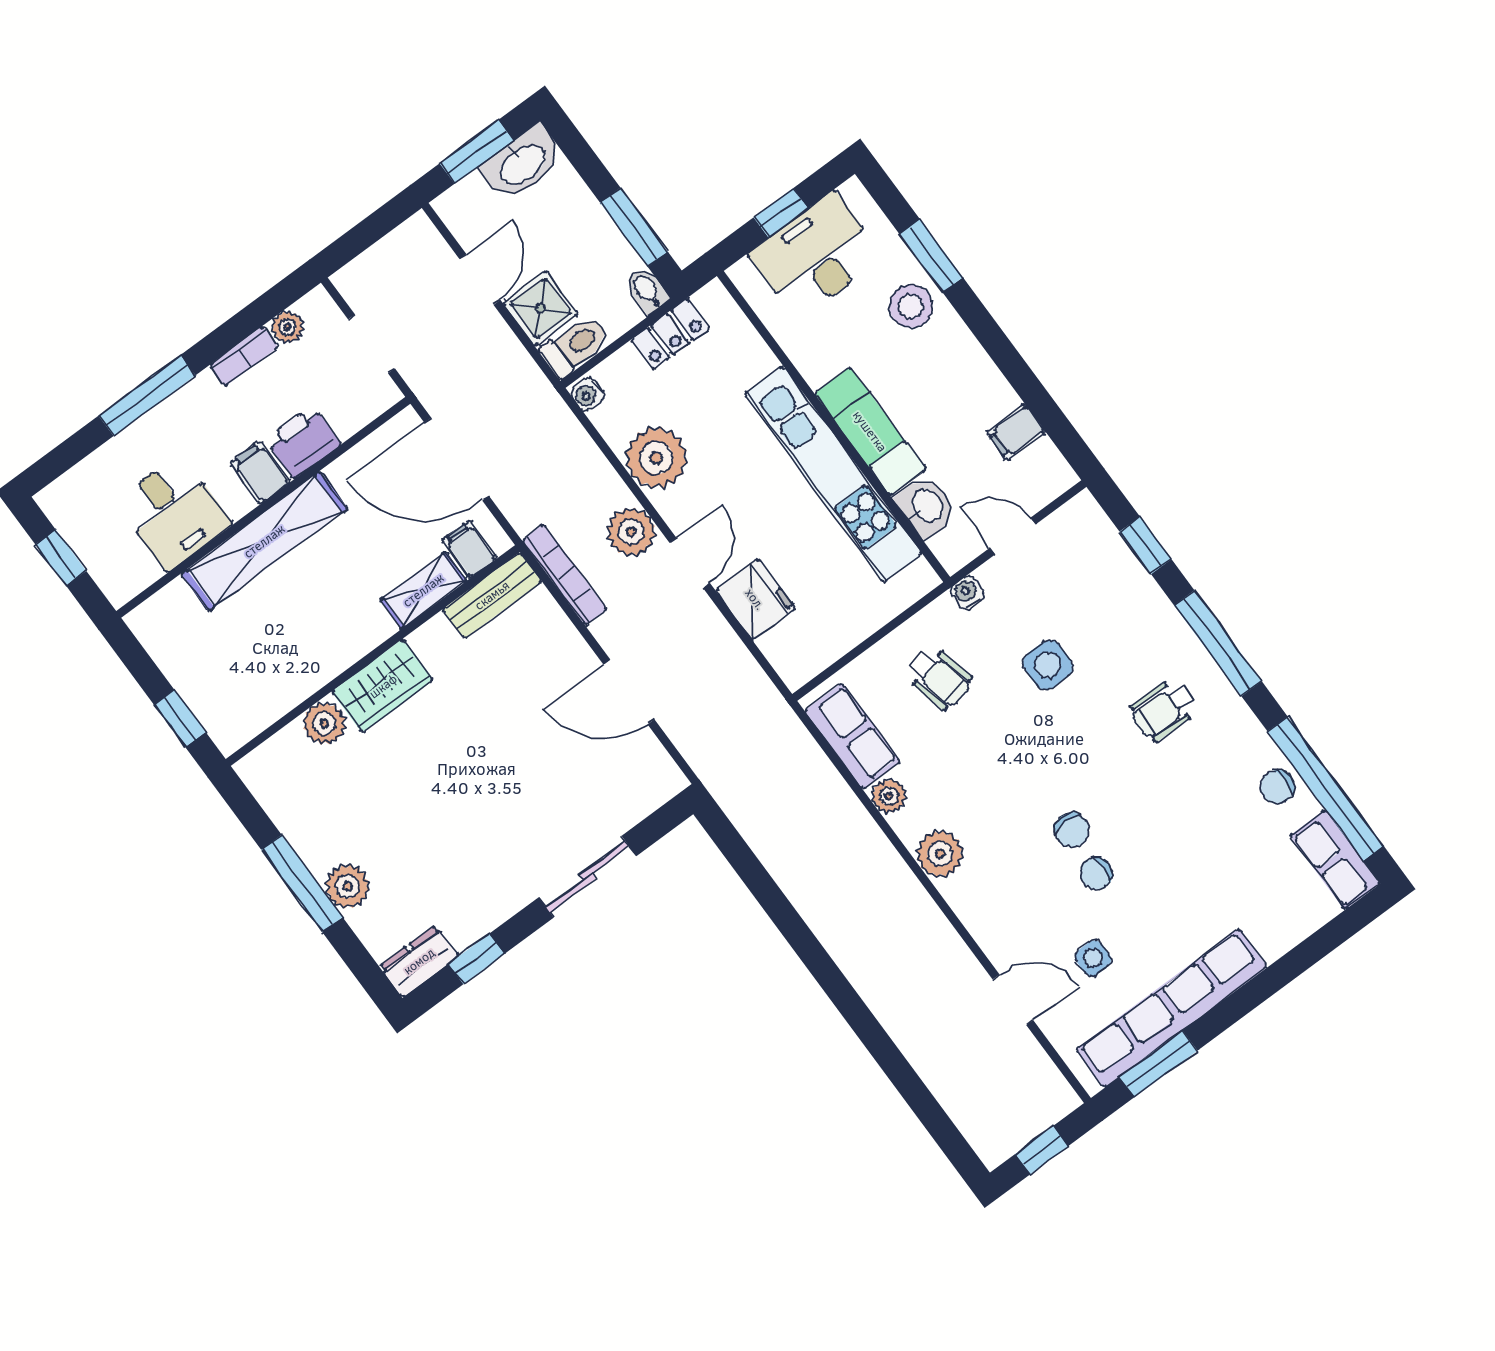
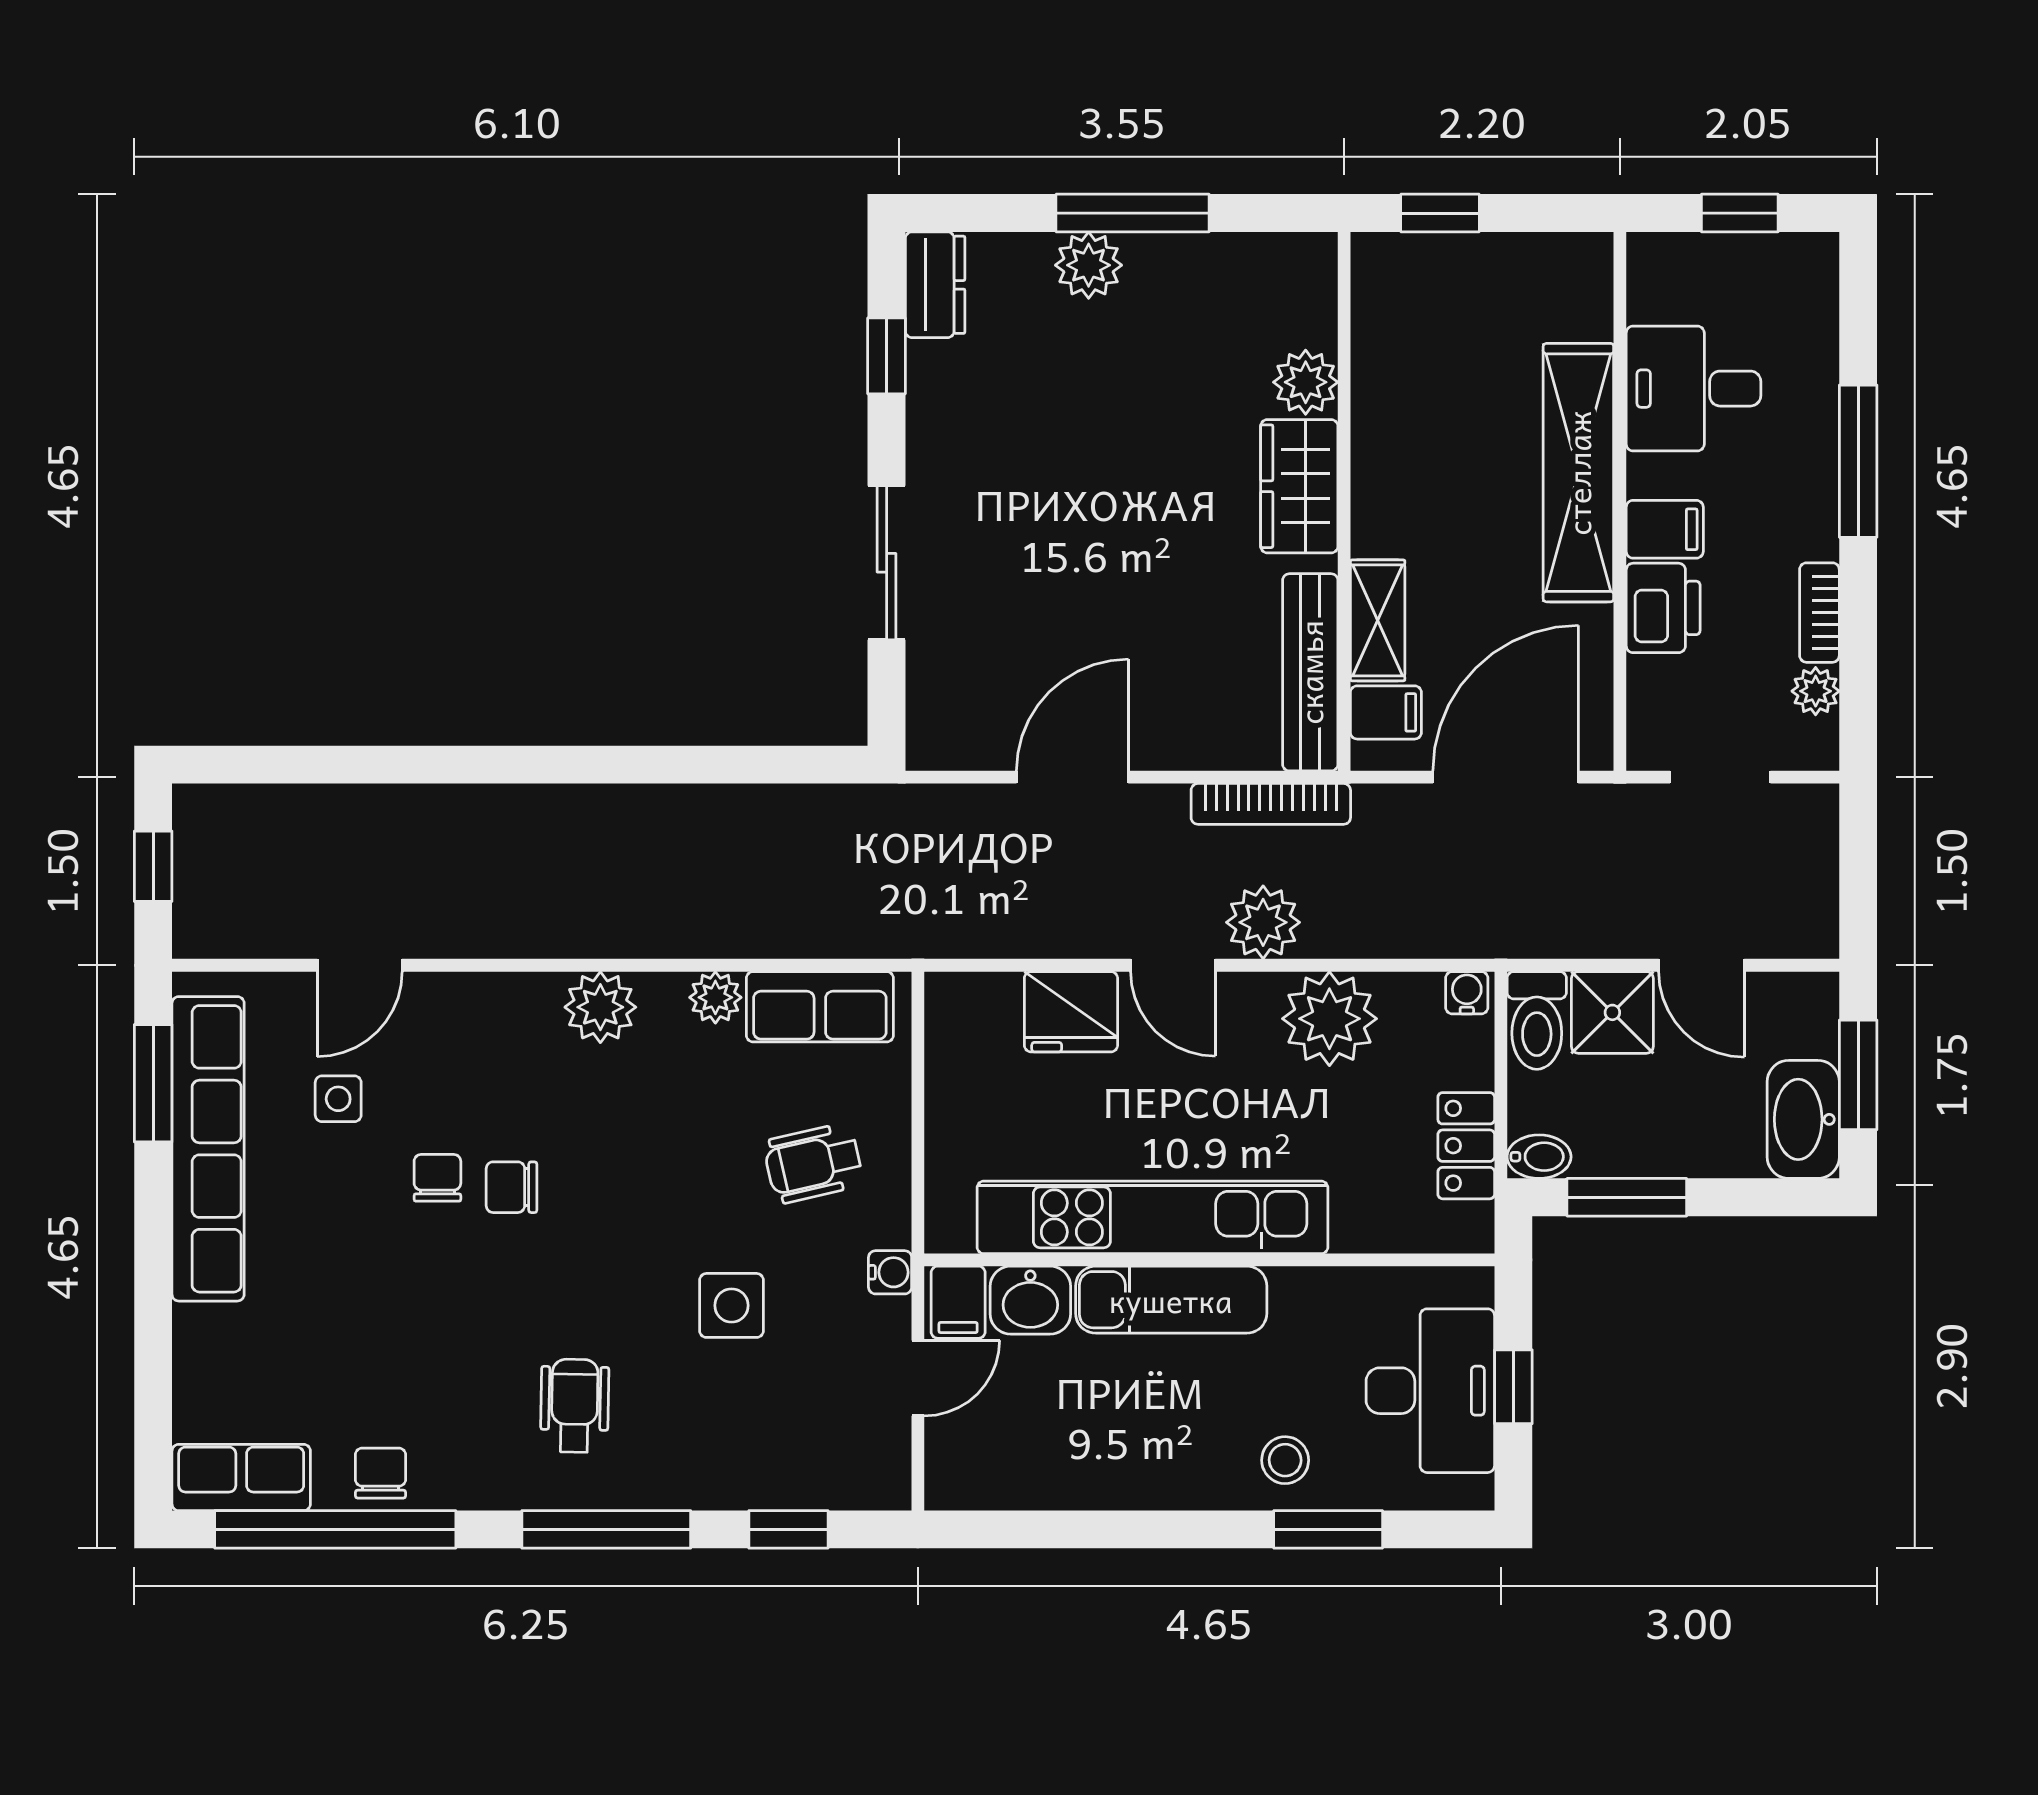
stool: (911, 306) -> (1285, 1460), width x0.73, depth x0.73
filing cabinet: (1016, 432) -> (958, 1302), moved, turned 180
bench: (492, 595) -> (1310, 672), width x1.36

